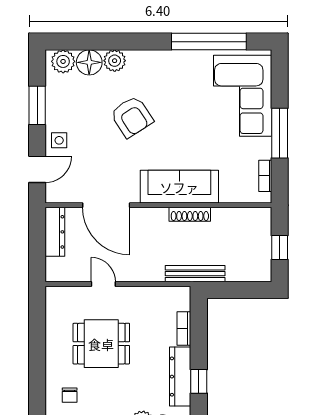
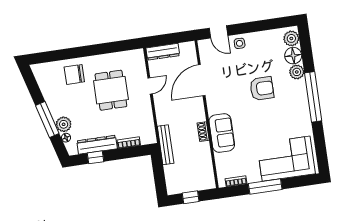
window: (209, 42) -> (313, 97), moved
window: (37, 105) -> (260, 26), removed
armchair: (132, 117) -> (262, 89), turned -147
sofa: (179, 187) -> (222, 133), width x0.73
shoe rack: (190, 214) -> (203, 132), width x0.70
dresser: (55, 232) -> (163, 52), moved
chair: (70, 395) -> (74, 74), width x1.87, depth x1.87

